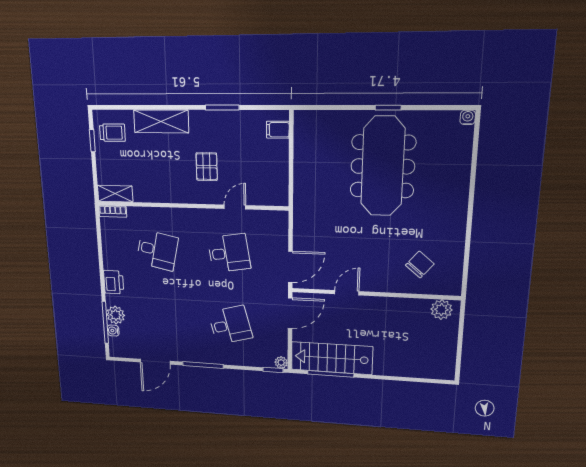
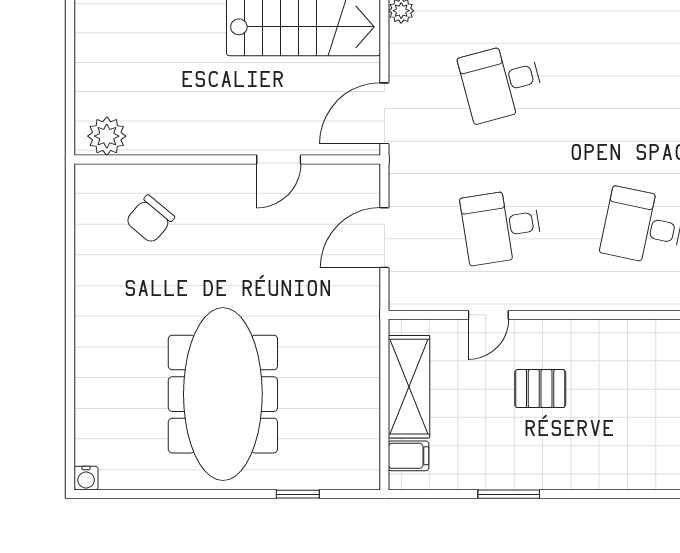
window: (388, 108) -> (298, 494), moved
shelving: (161, 121) -> (409, 387), moved, turned 90
pallet: (207, 167) -> (540, 389), turned 90
door: (290, 267) -> (384, 238), moved

